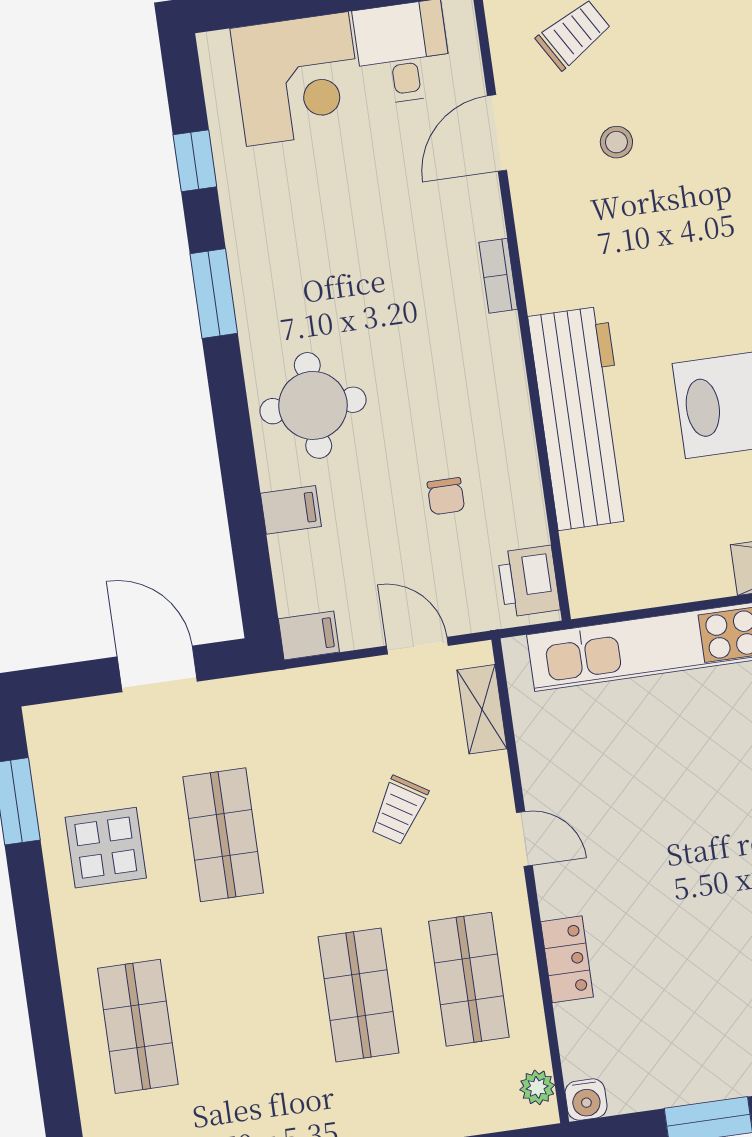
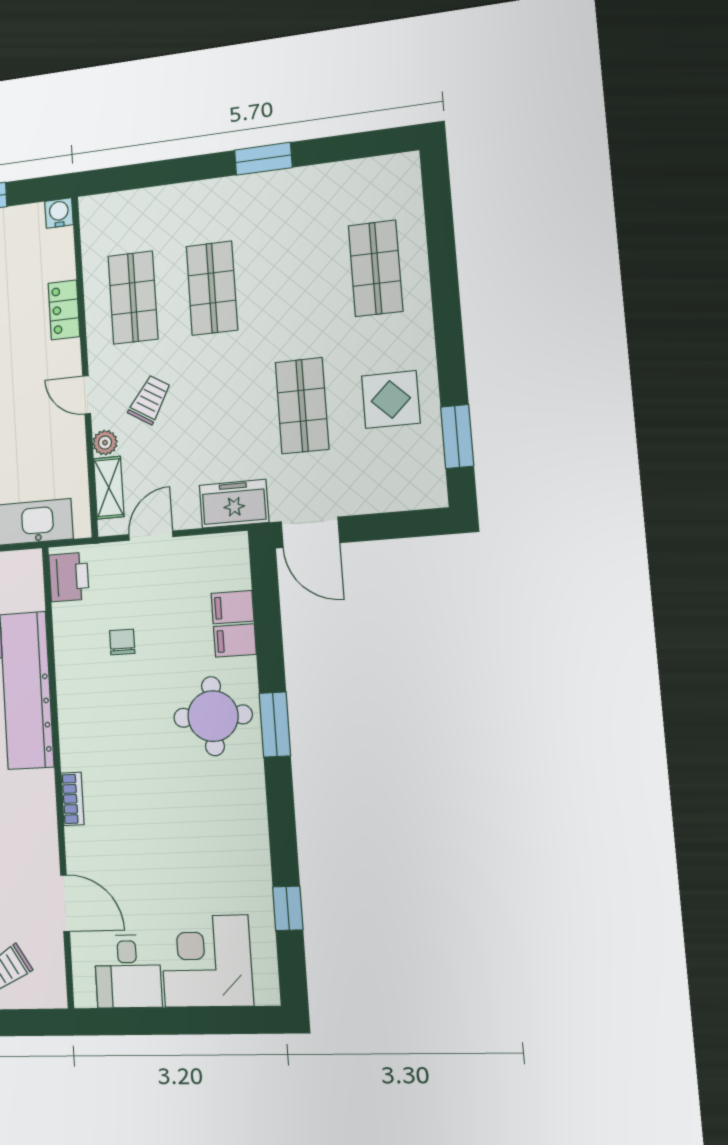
door: (497, 133) -> (65, 903), hinge flipped
window: (214, 293) -> (275, 724), moved
filing cabinet: (309, 635) -> (233, 607), moved
door: (417, 646) -> (151, 536), swing flipped
door: (157, 669) -> (310, 532), moved
freezer: (306, 696) -> (234, 504), added
trolley: (399, 810) -> (150, 400), moved
plant: (537, 1087) -> (105, 443), moved

